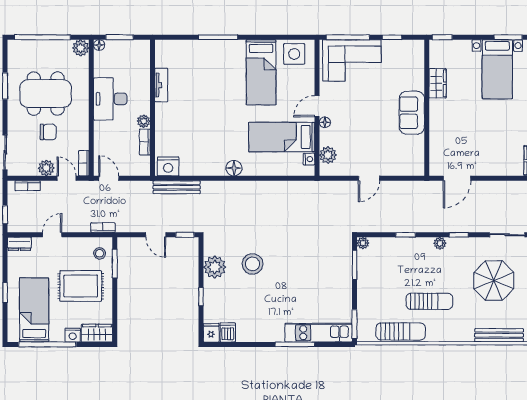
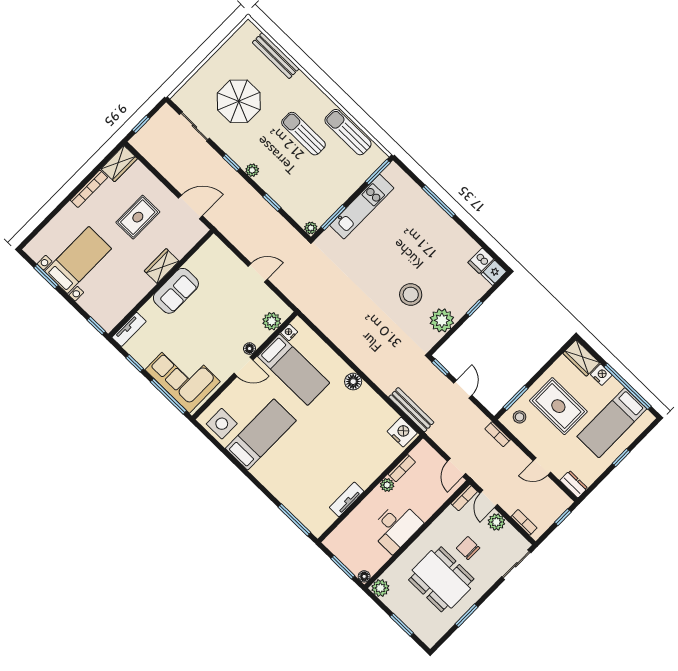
window: (42, 37) -> (402, 625), width x0.47
window: (218, 37) -> (294, 520), moved
tv unit: (418, 56) -> (129, 329), added
wardrobe: (438, 83) -> (162, 266), moved
rug: (486, 137) -> (138, 217), added
kitchen unit: (319, 333) -> (362, 207), moved, turned -90

